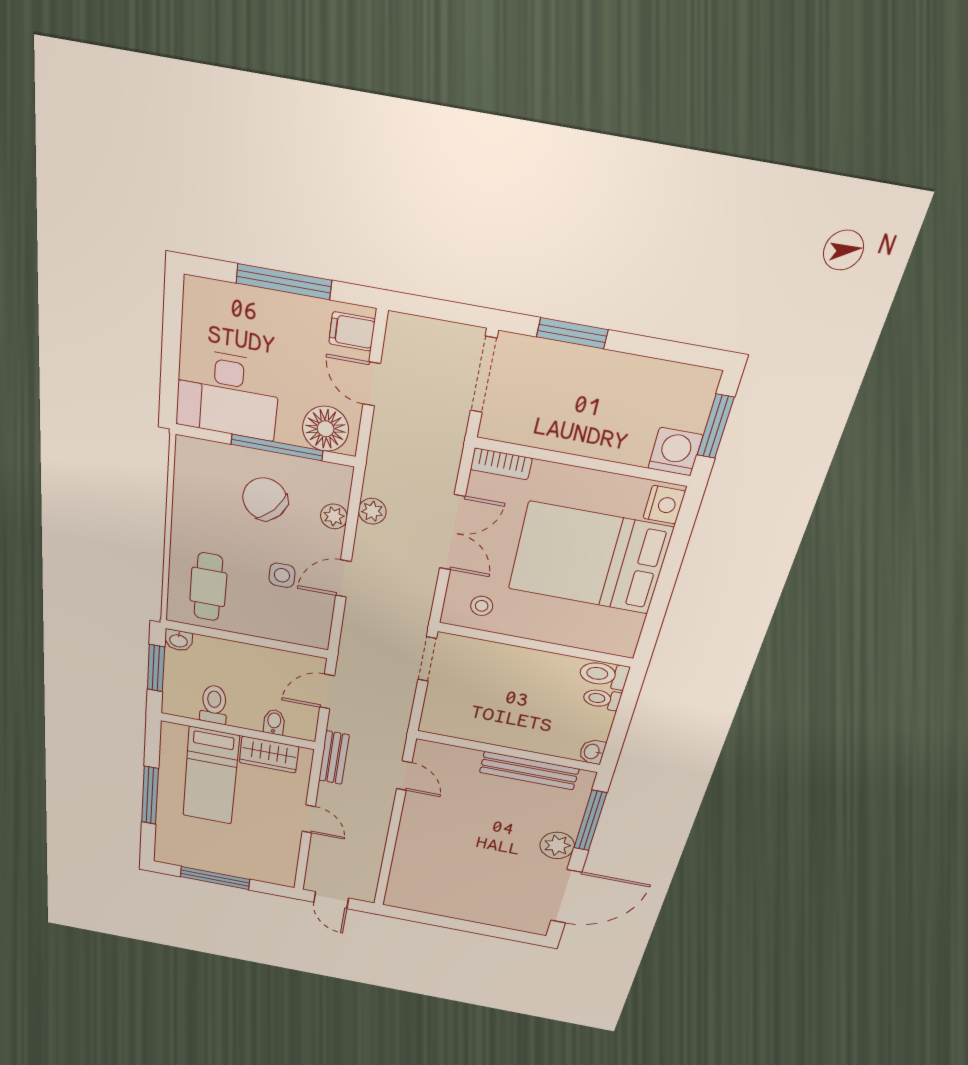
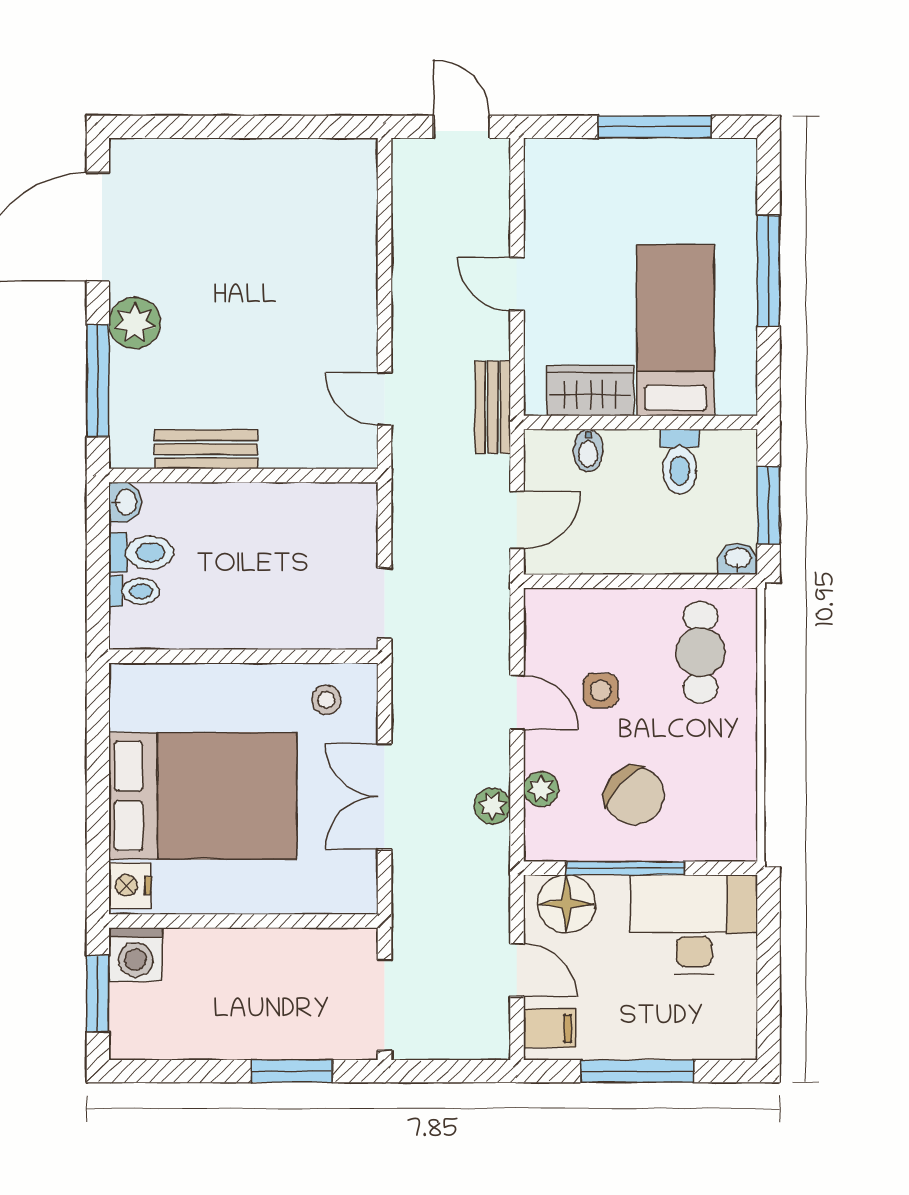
bookcase: (501, 464) -> (341, 900), removed
door: (343, 579) -> (517, 702), hinge flipped
toilet: (604, 675) -> (141, 553), moved
bench: (529, 771) -> (206, 449), width x0.73

